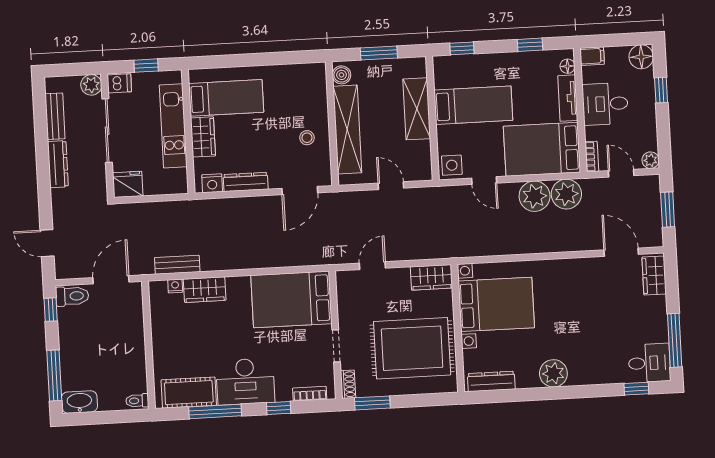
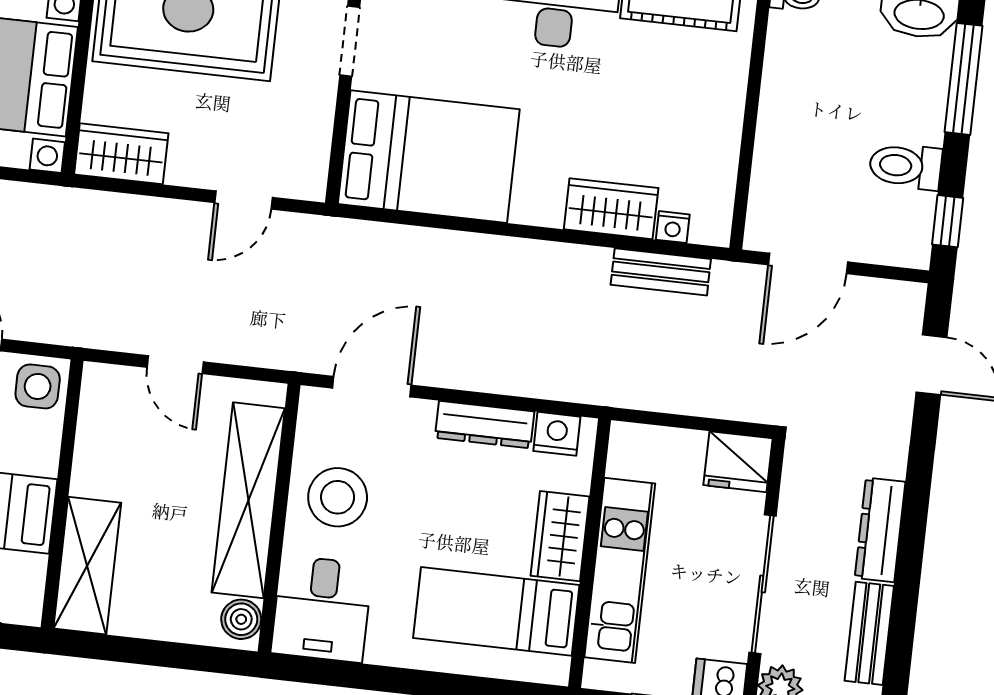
window: (379, 53) -> (153, 653), removed
desk: (306, 86) -> (322, 609), added
shelving: (417, 109) -> (87, 566), moved
stool: (307, 138) -> (338, 497), width x1.89, depth x1.89
toilet: (72, 296) -> (905, 166), moved

